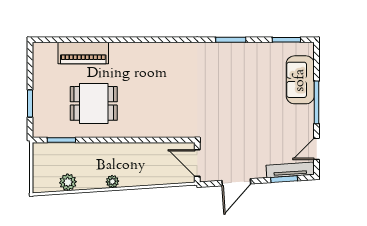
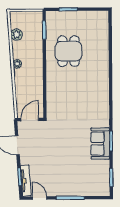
piano: (83, 53) -> (102, 44), removed
sofa: (300, 80) -> (100, 144), moved, turned -90

